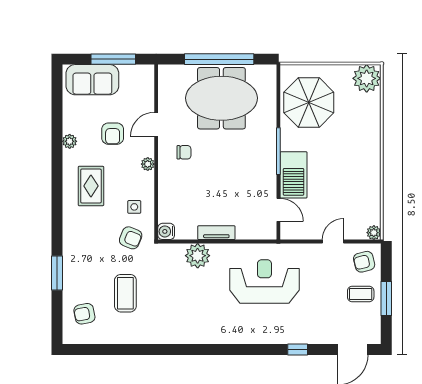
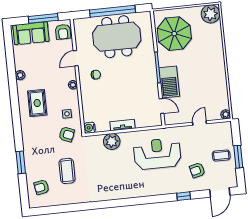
armchair: (113, 134) -> (63, 32), moved
armchair: (364, 262) -> (197, 170), moved

